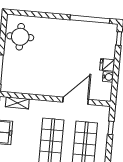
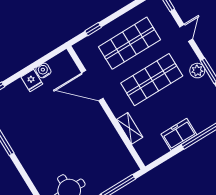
shelving: (17, 103) -> (130, 128), moved

